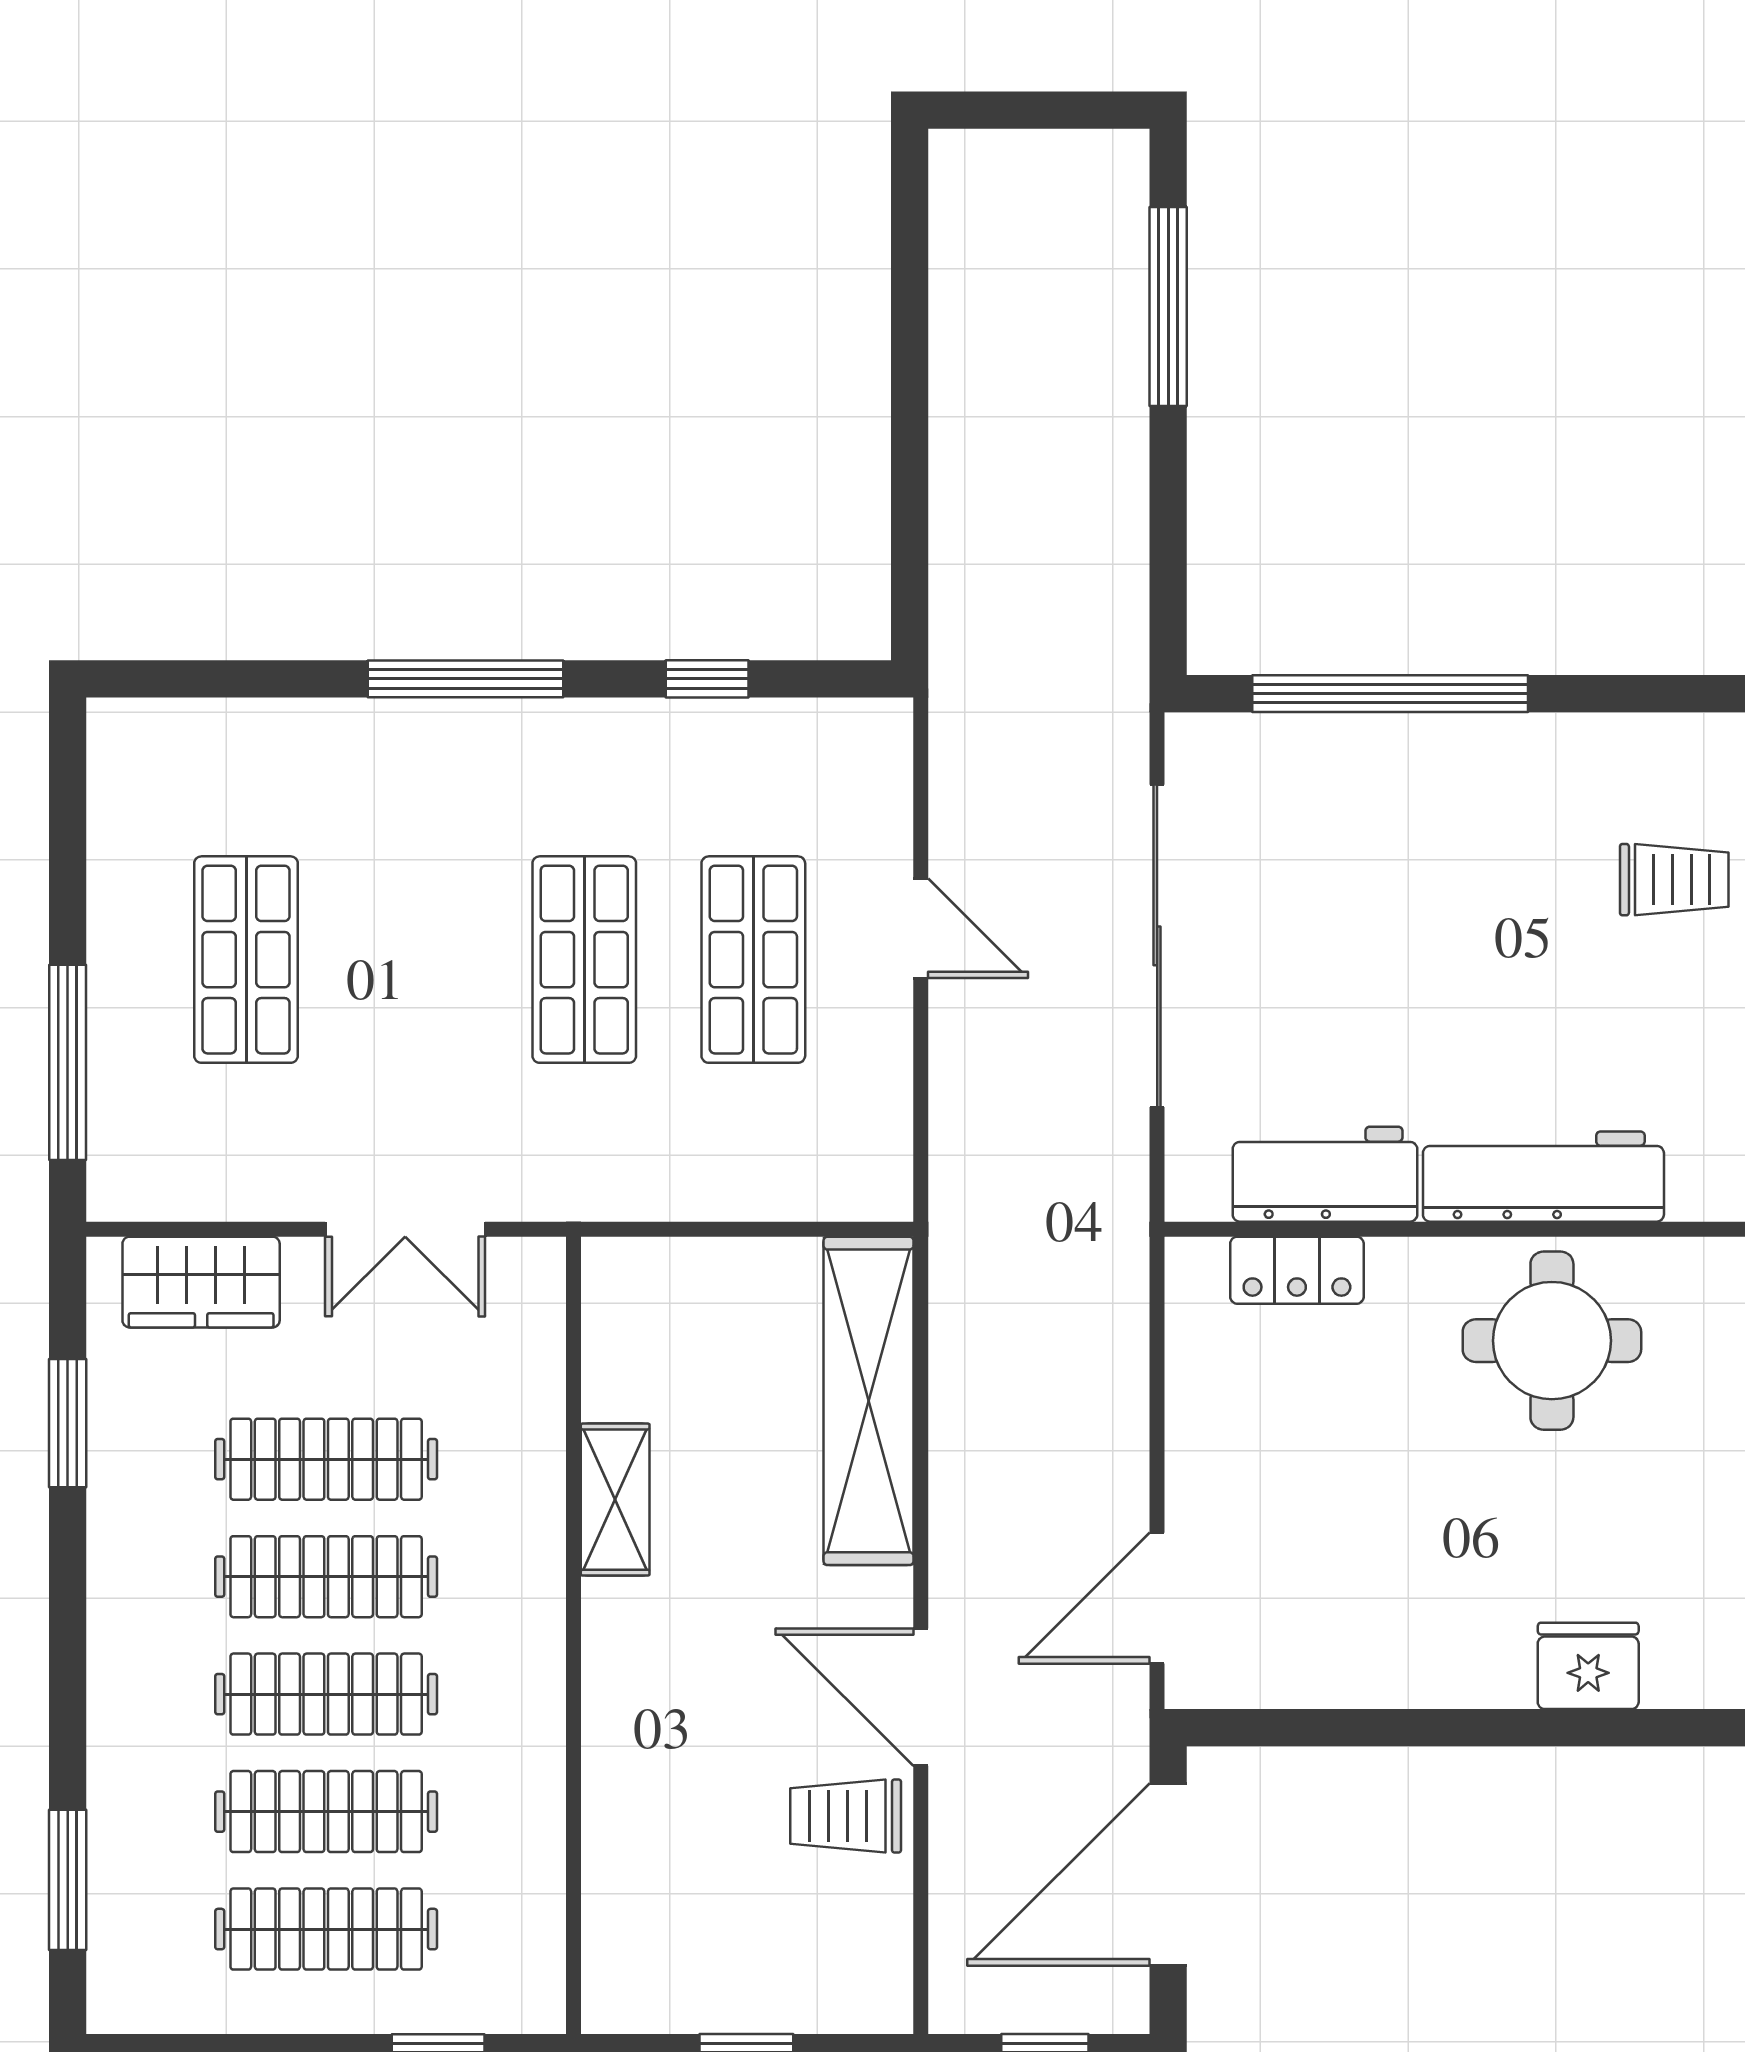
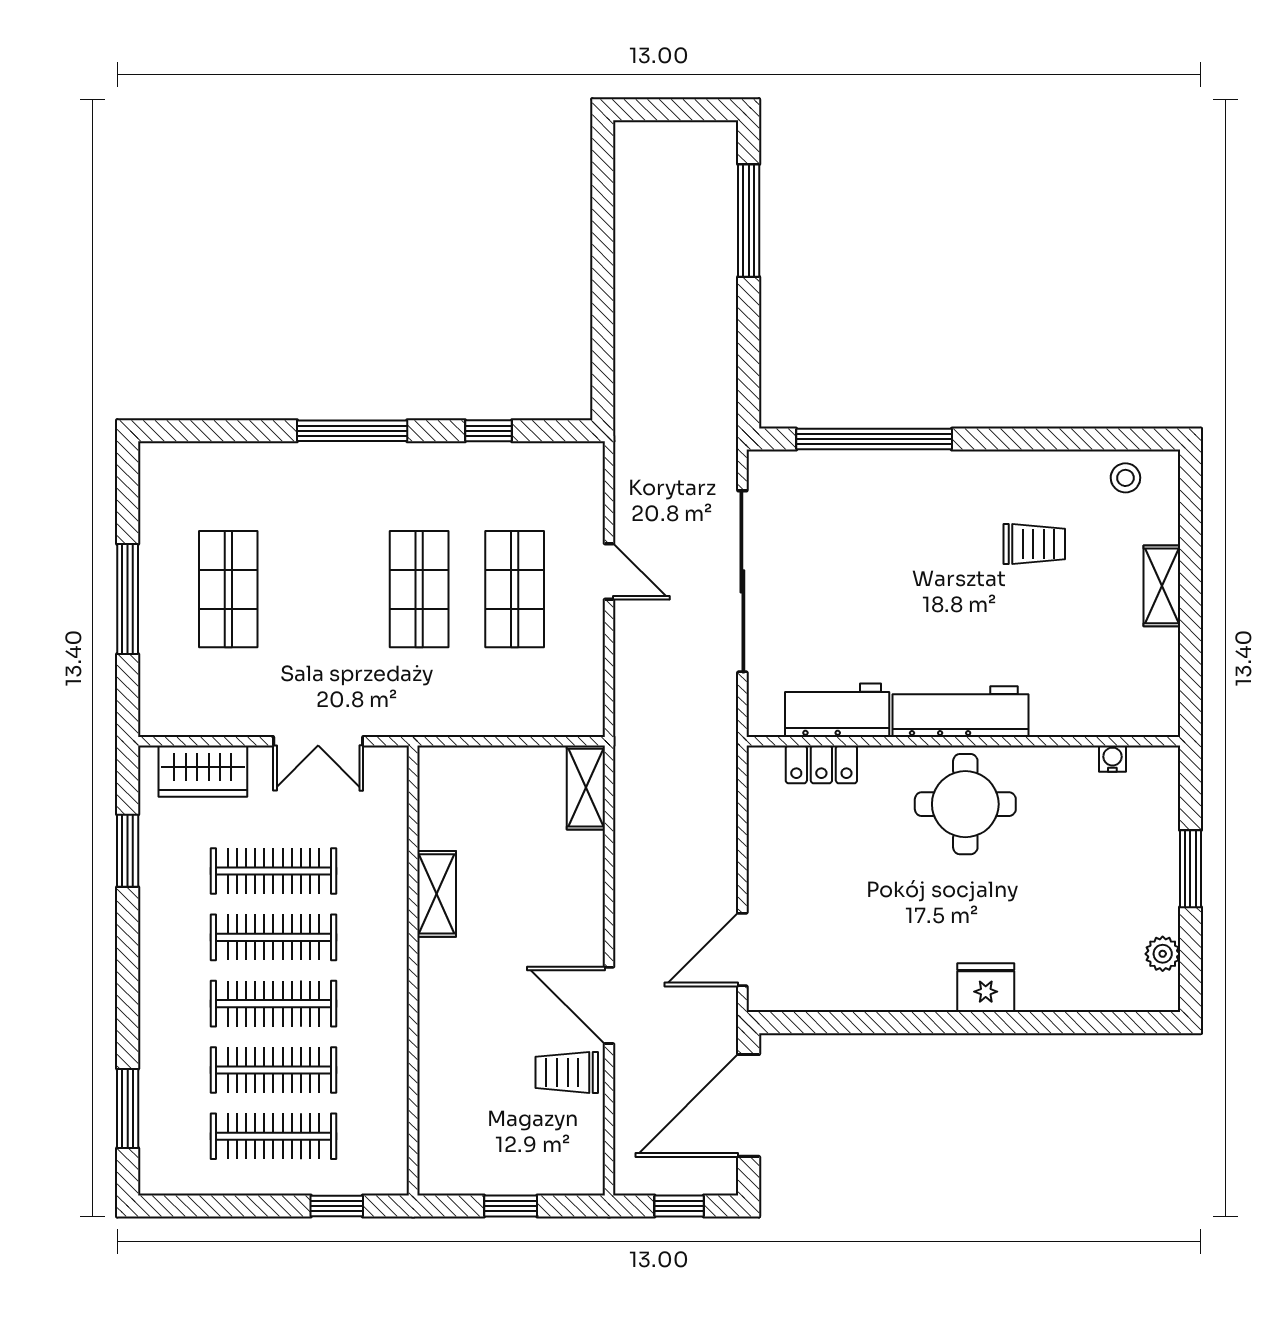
window: (68, 1062) -> (128, 599), moved
shelving: (868, 1401) -> (586, 788), width x0.45, depth x0.75

